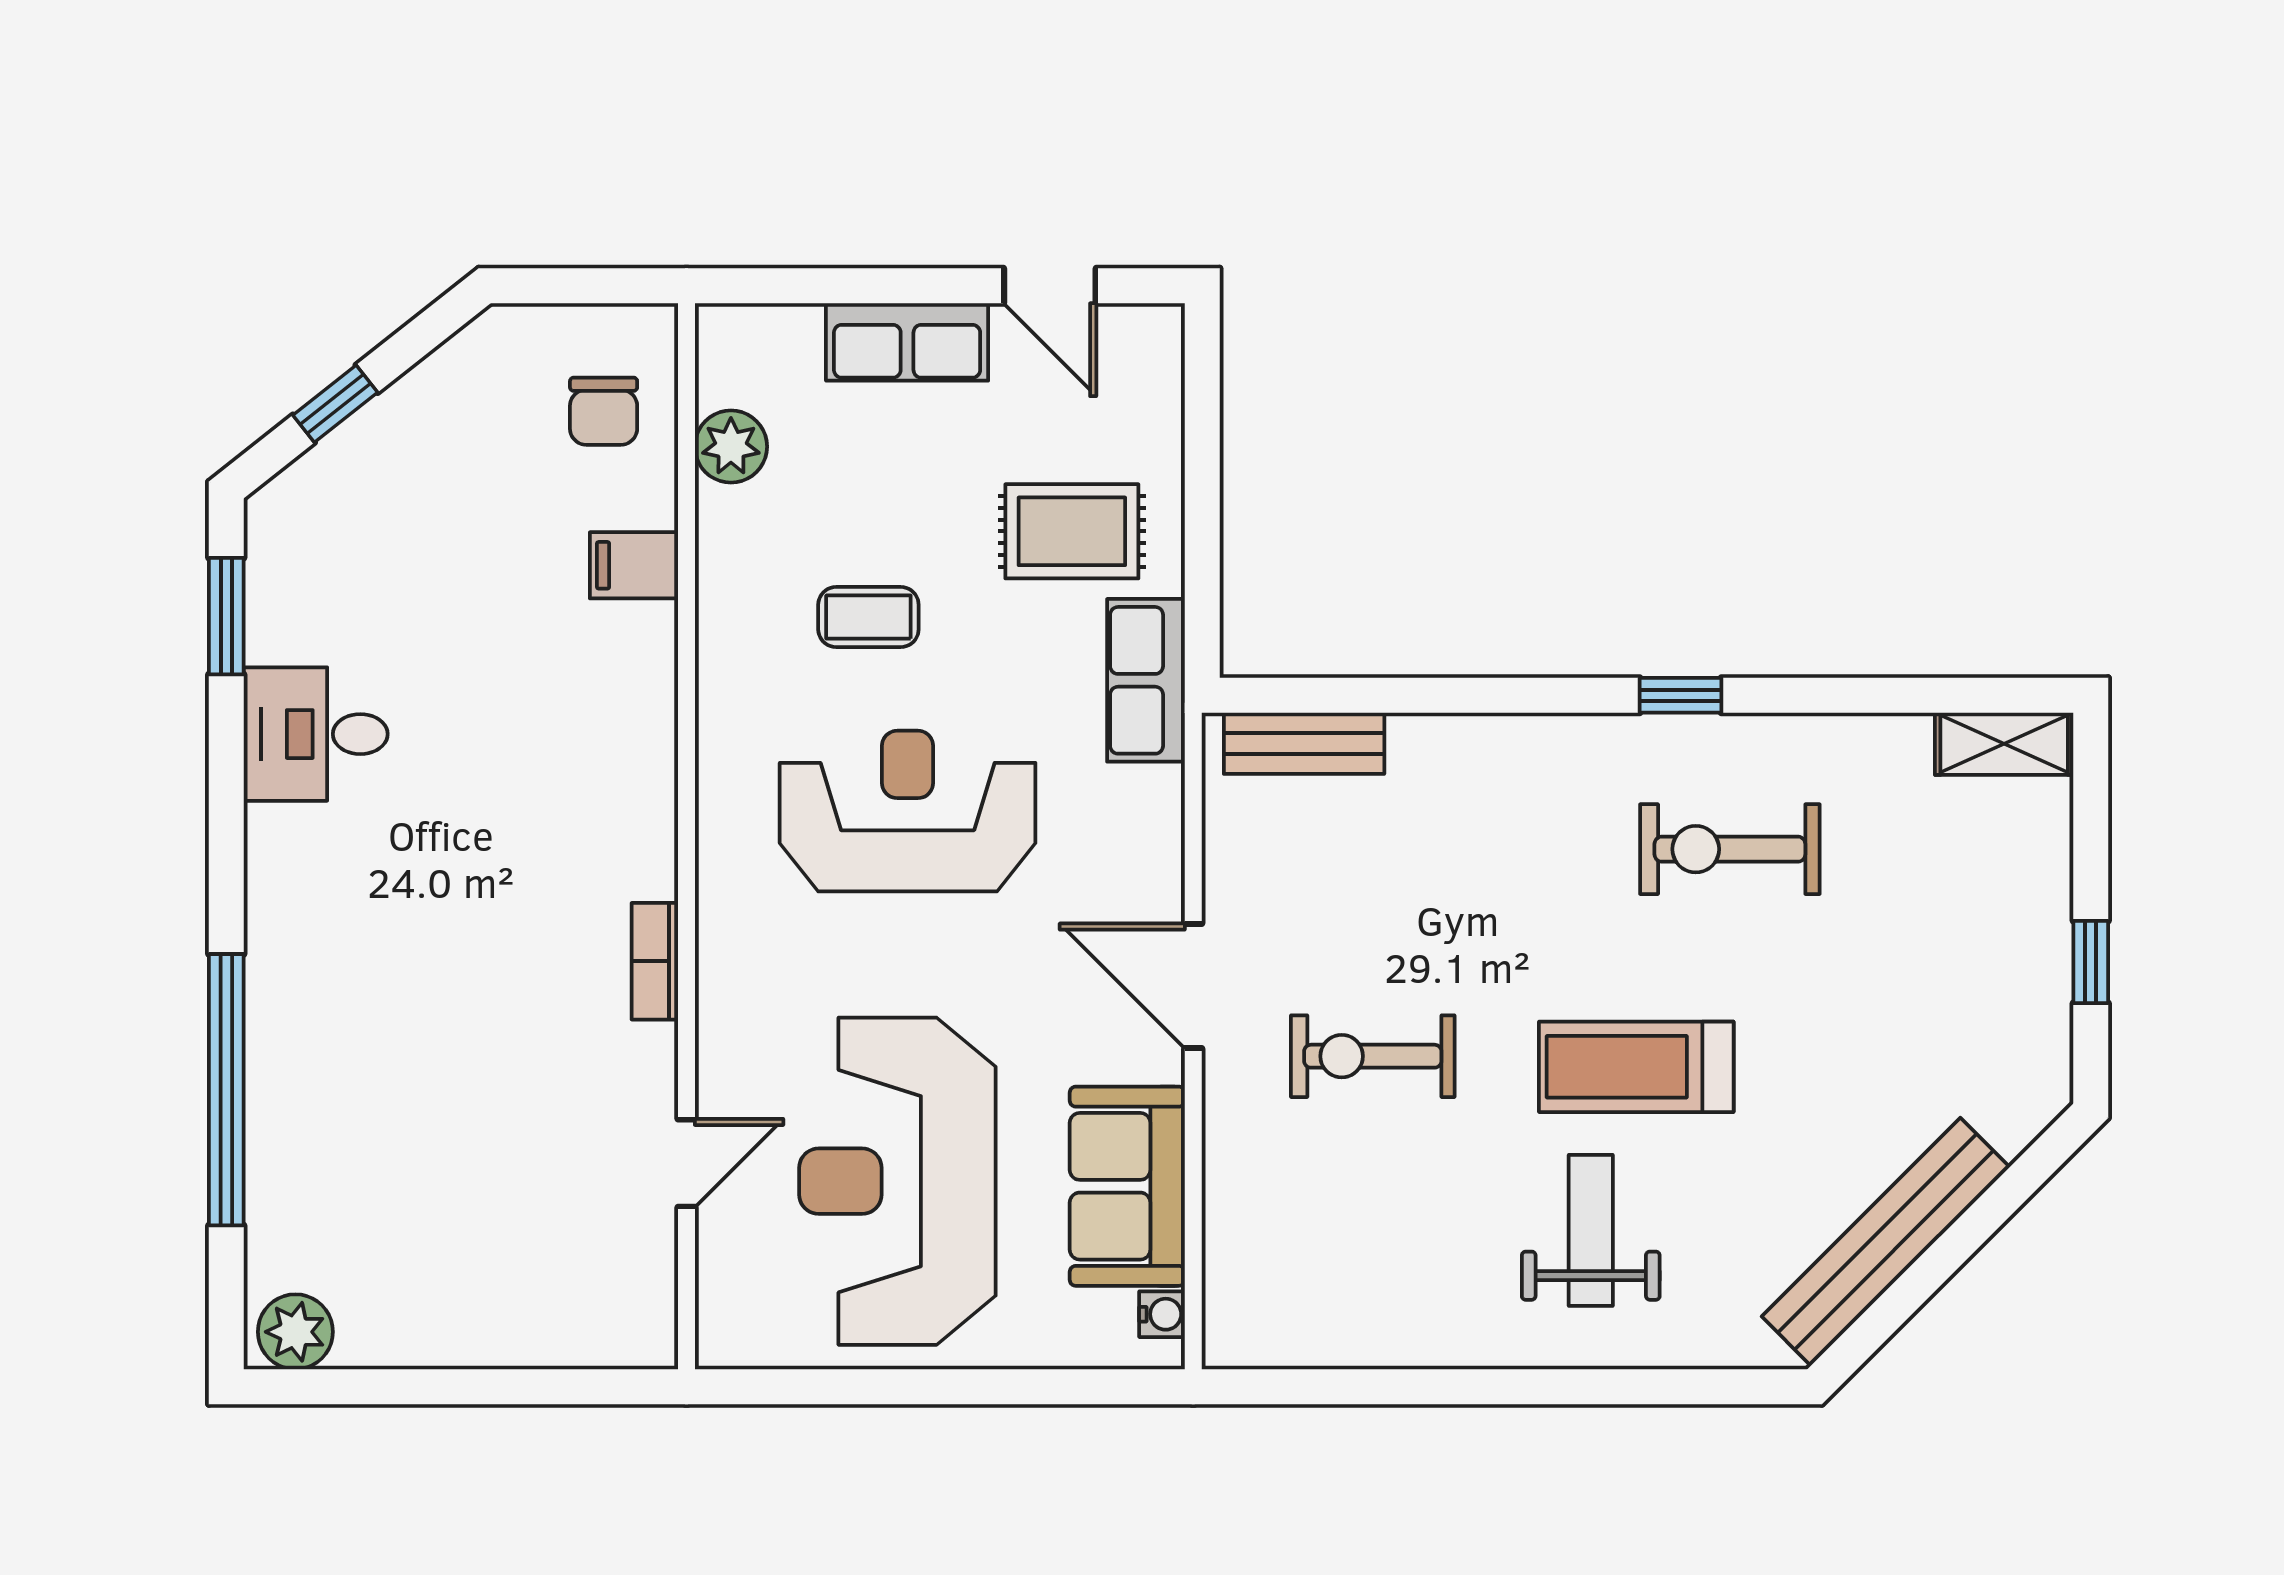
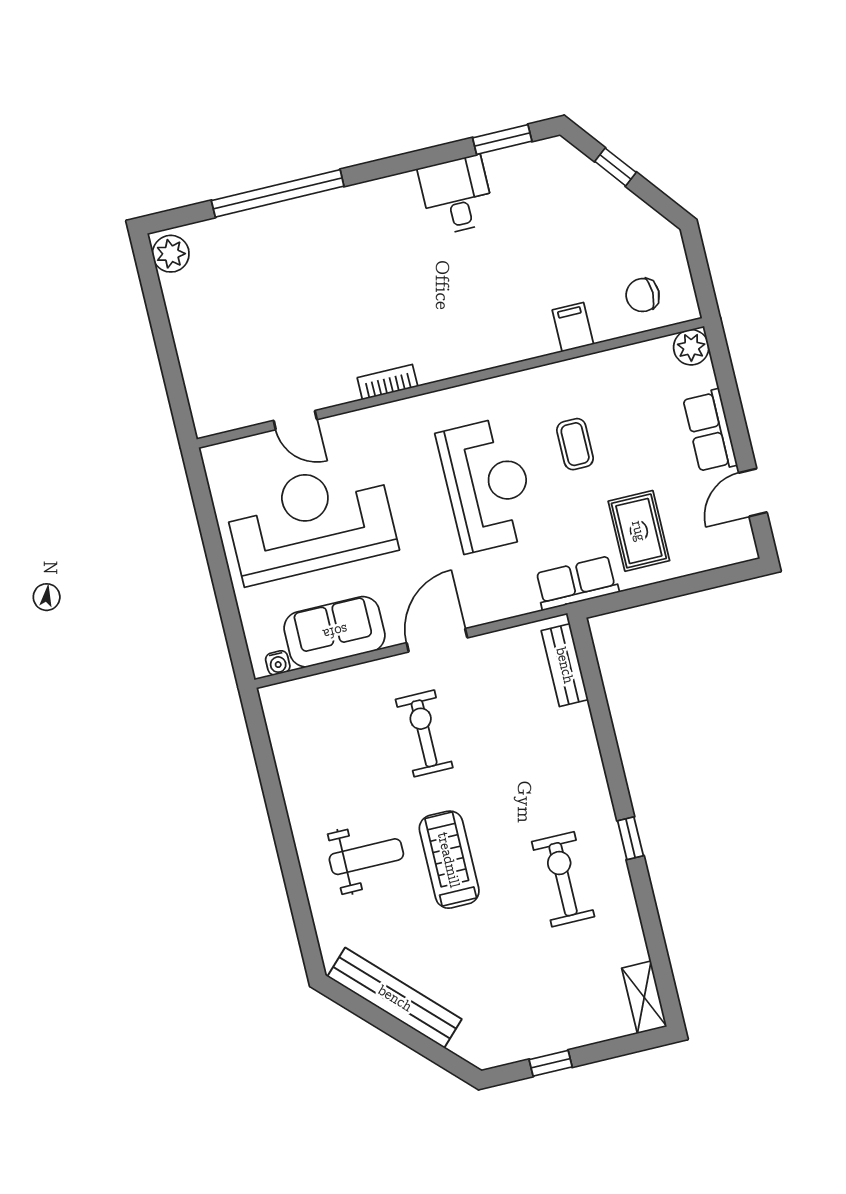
plant: (731, 447) -> (691, 347), moved

